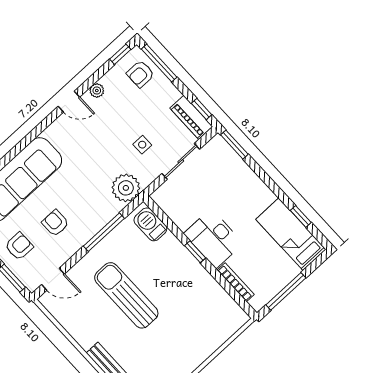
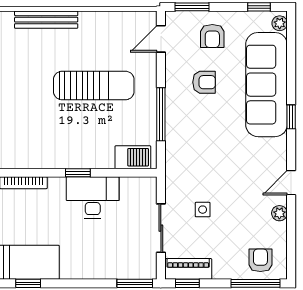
window: (120, 54) -> (291, 117), moved
plant: (126, 188) -> (180, 165), removed
desk: (214, 238) -> (93, 197), moved

